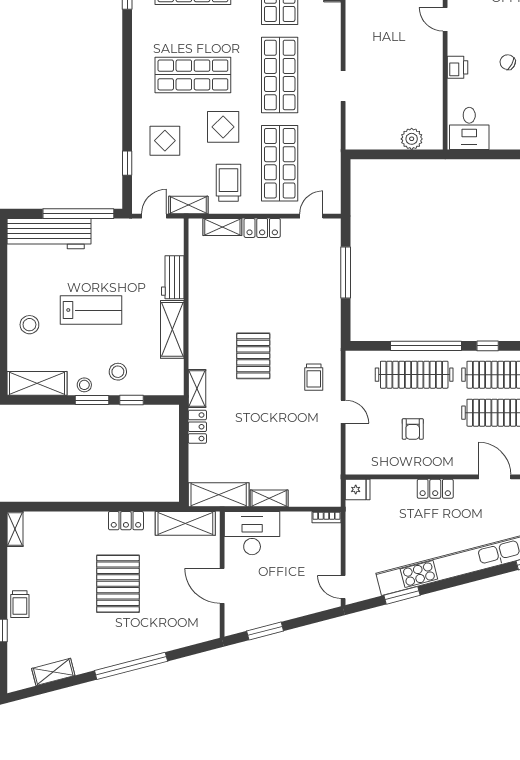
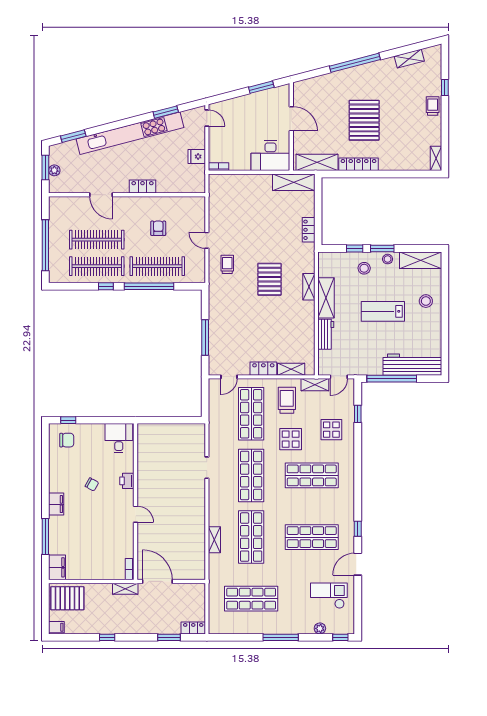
plant: (412, 139) -> (159, 431), removed
trolley: (229, 183) -> (287, 400), turned 180
shelving: (197, 388) -> (309, 287), moved
fridge: (358, 489) -> (197, 157), moved
shelving: (269, 498) -> (259, 180), removed
locker: (126, 521) -> (358, 164), width x1.53

